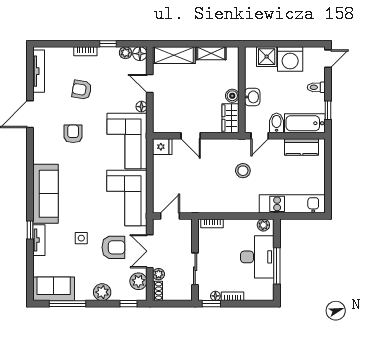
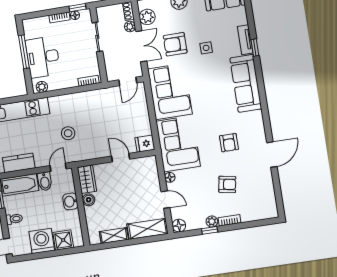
plant: (126, 53) -> (212, 222), moved
tv unit: (39, 71) -> (270, 195), removed

